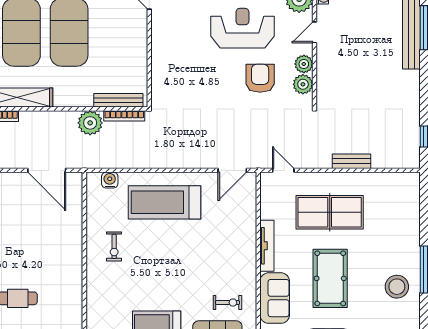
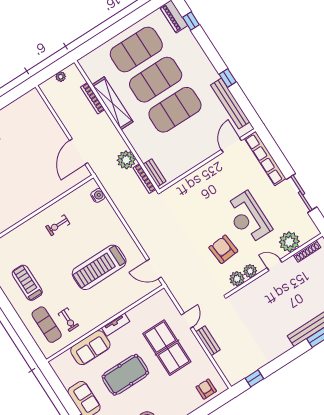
reception desk: (242, 28) -> (248, 218), turned 180
armchair: (260, 78) -> (223, 249), turned -95
bench: (118, 100) -> (155, 173), width x0.73
door: (283, 170) -> (187, 321), moved
armchair: (404, 198) -> (206, 389), added
treadmill: (165, 202) -> (99, 267), moved, turned -90
tv unit: (267, 246) -> (116, 325), width x0.71

